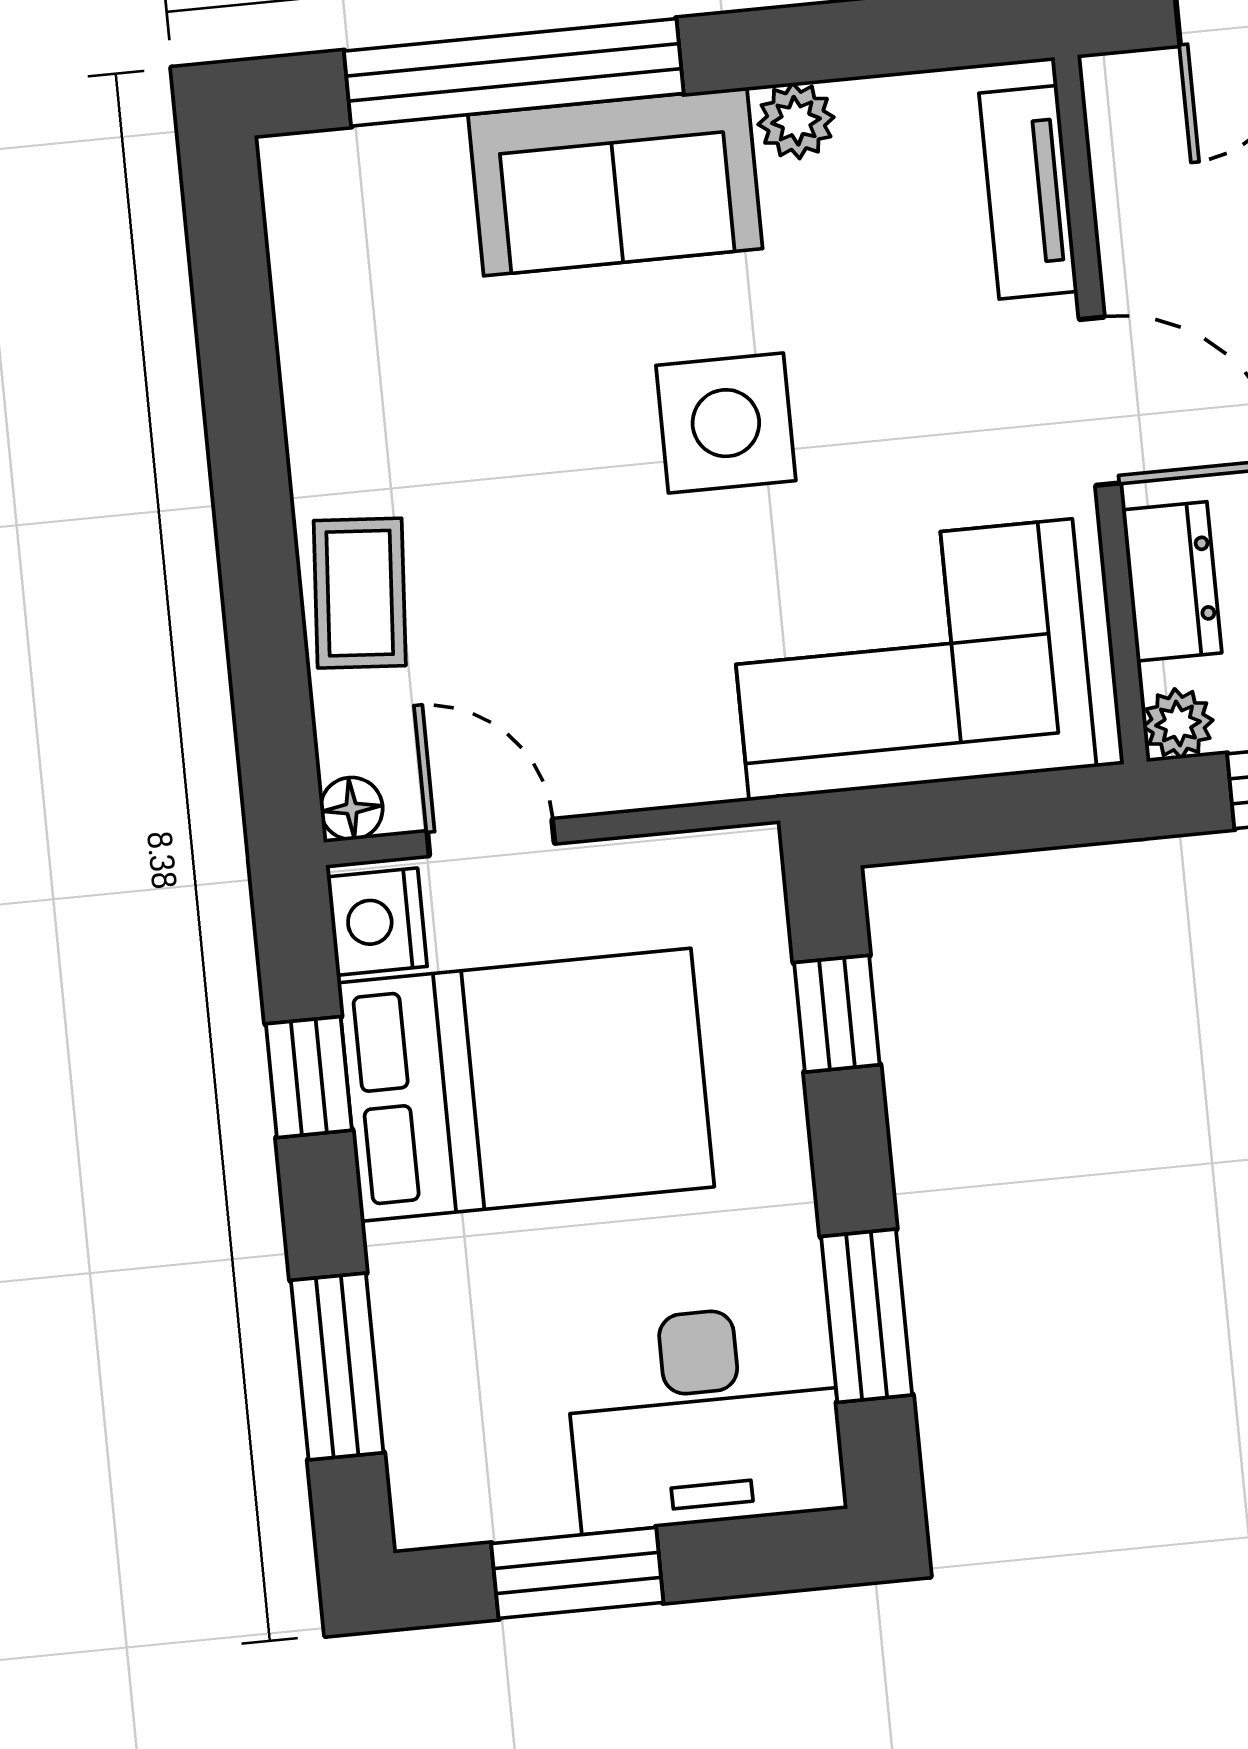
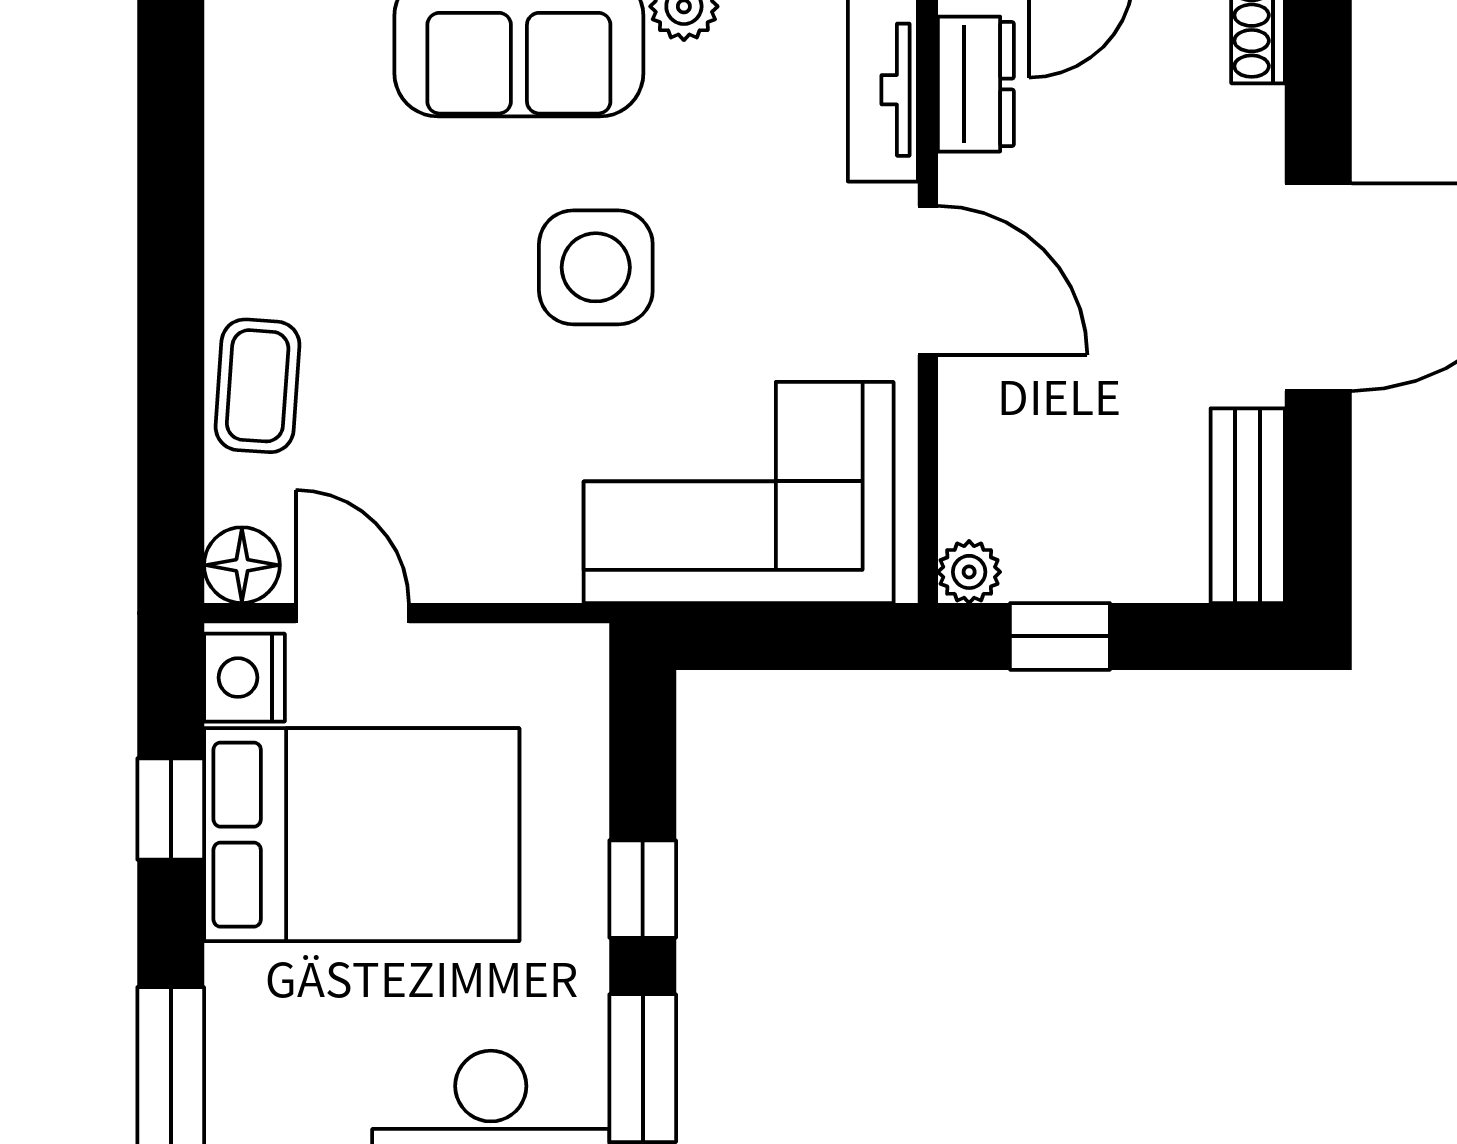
dresser: (1172, 581) -> (976, 84), moved
floor lamp: (352, 809) -> (242, 565), width x1.37, depth x1.37
window: (837, 1014) -> (643, 889), moved

